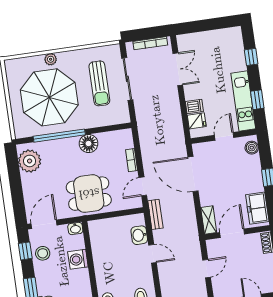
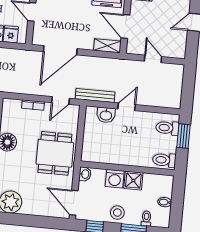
door: (143, 186) -> (61, 100), hinge flipped
bench: (155, 214) -> (95, 95), width x1.36
stool: (43, 253) -> (117, 213), moved
shower: (81, 278) -> (133, 181), added

